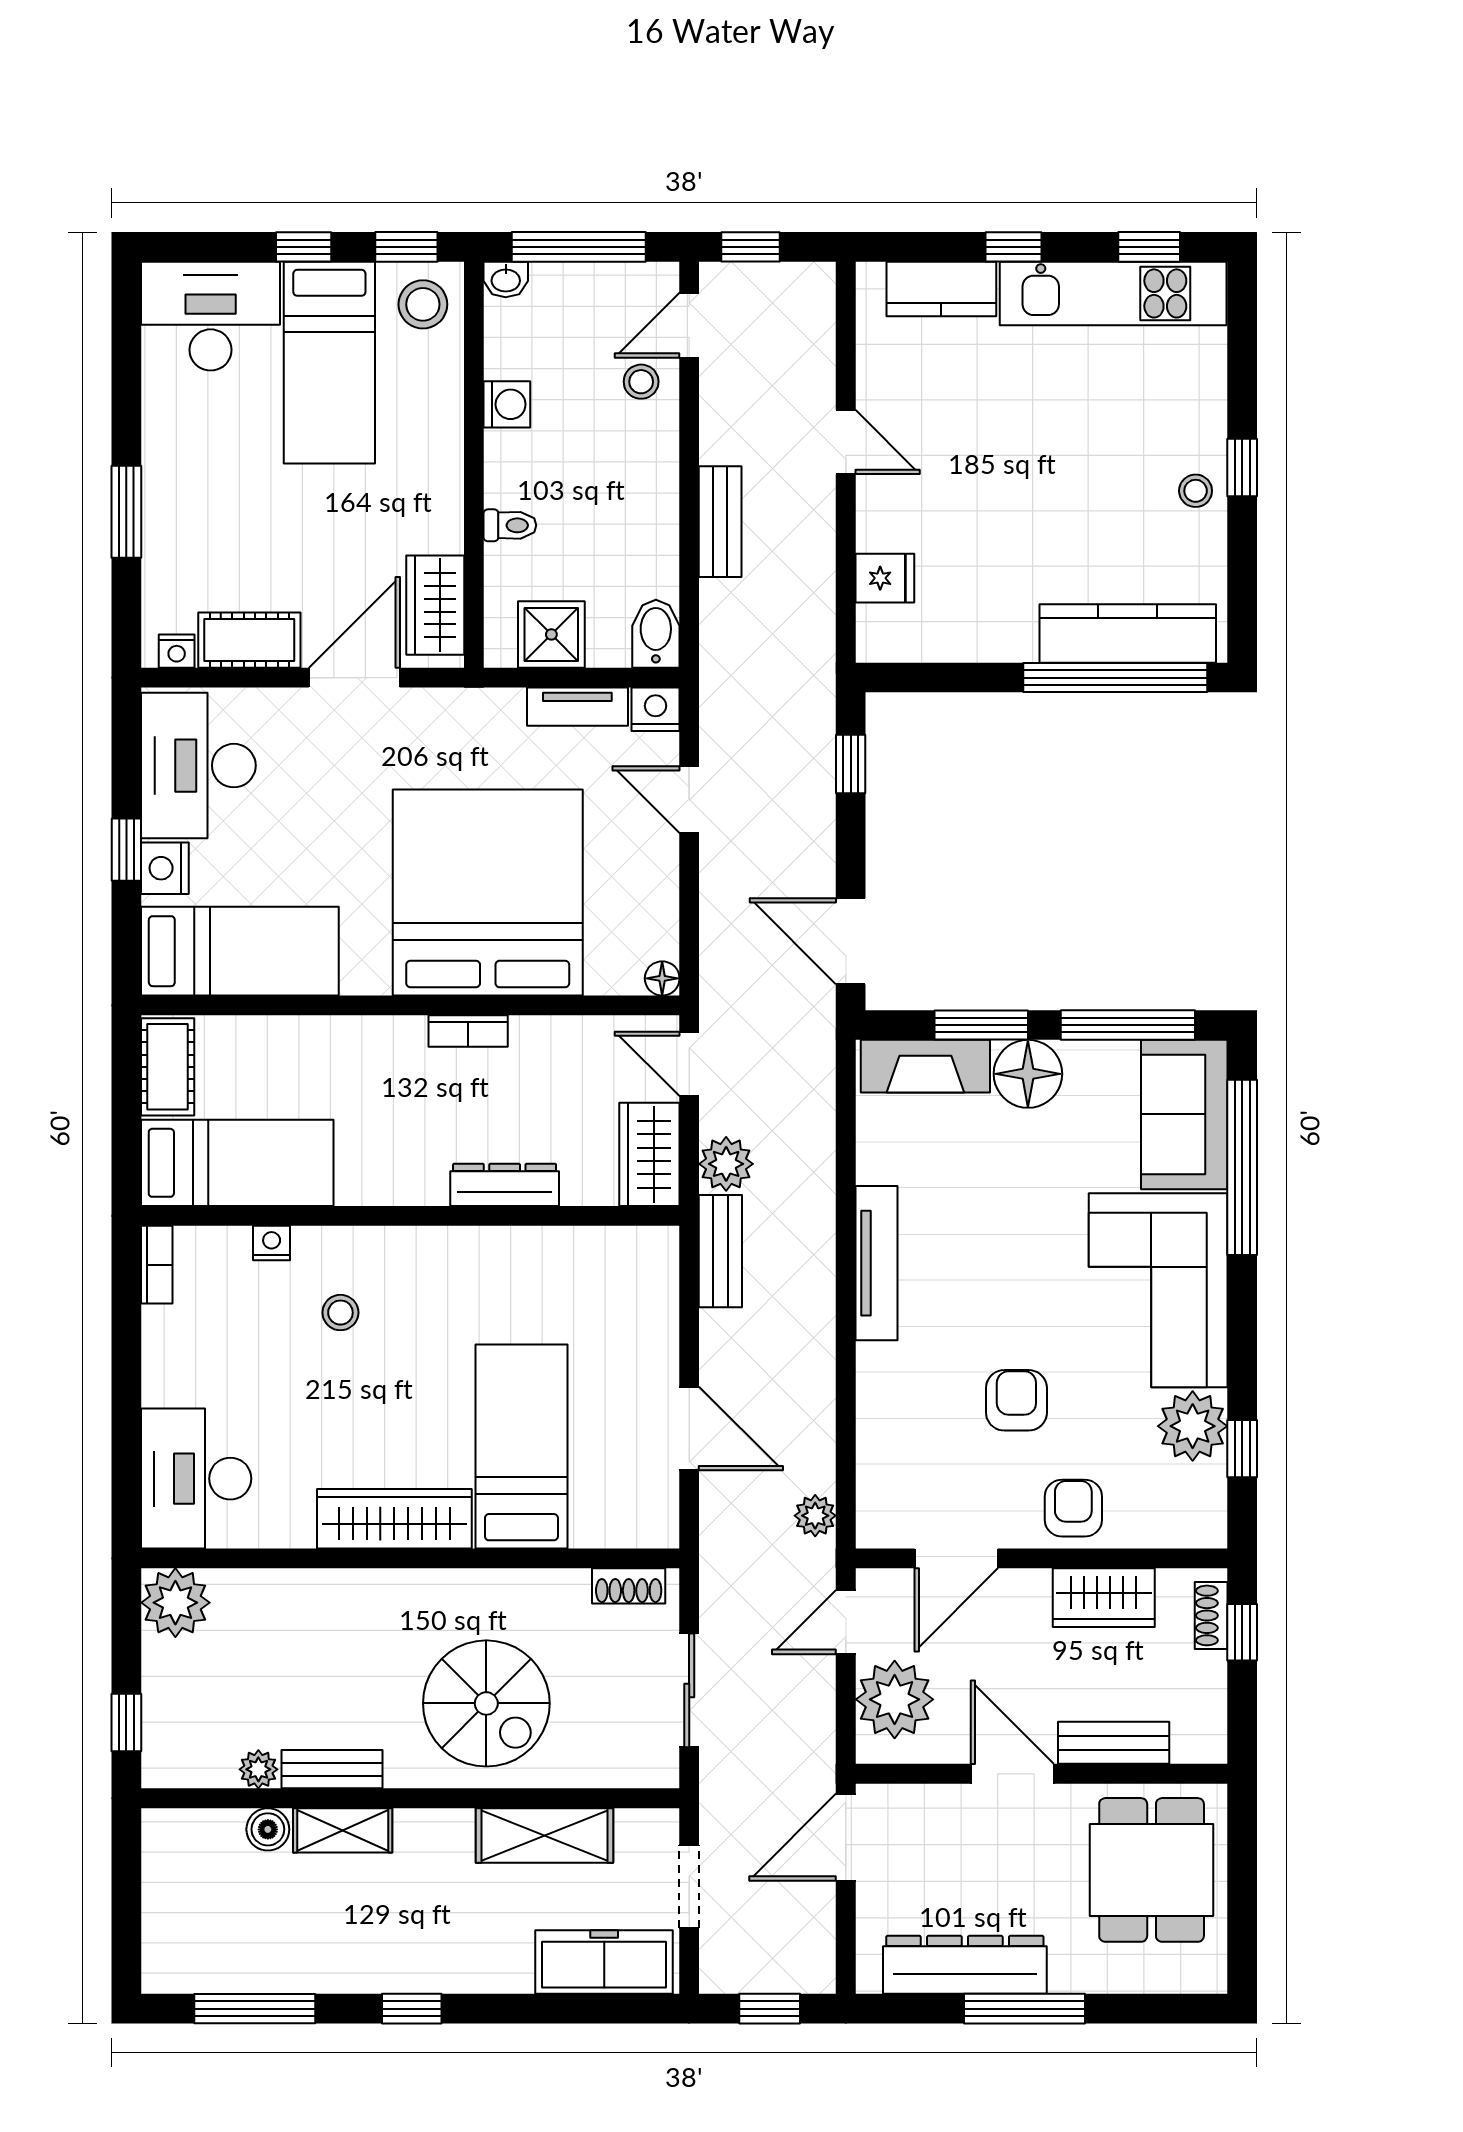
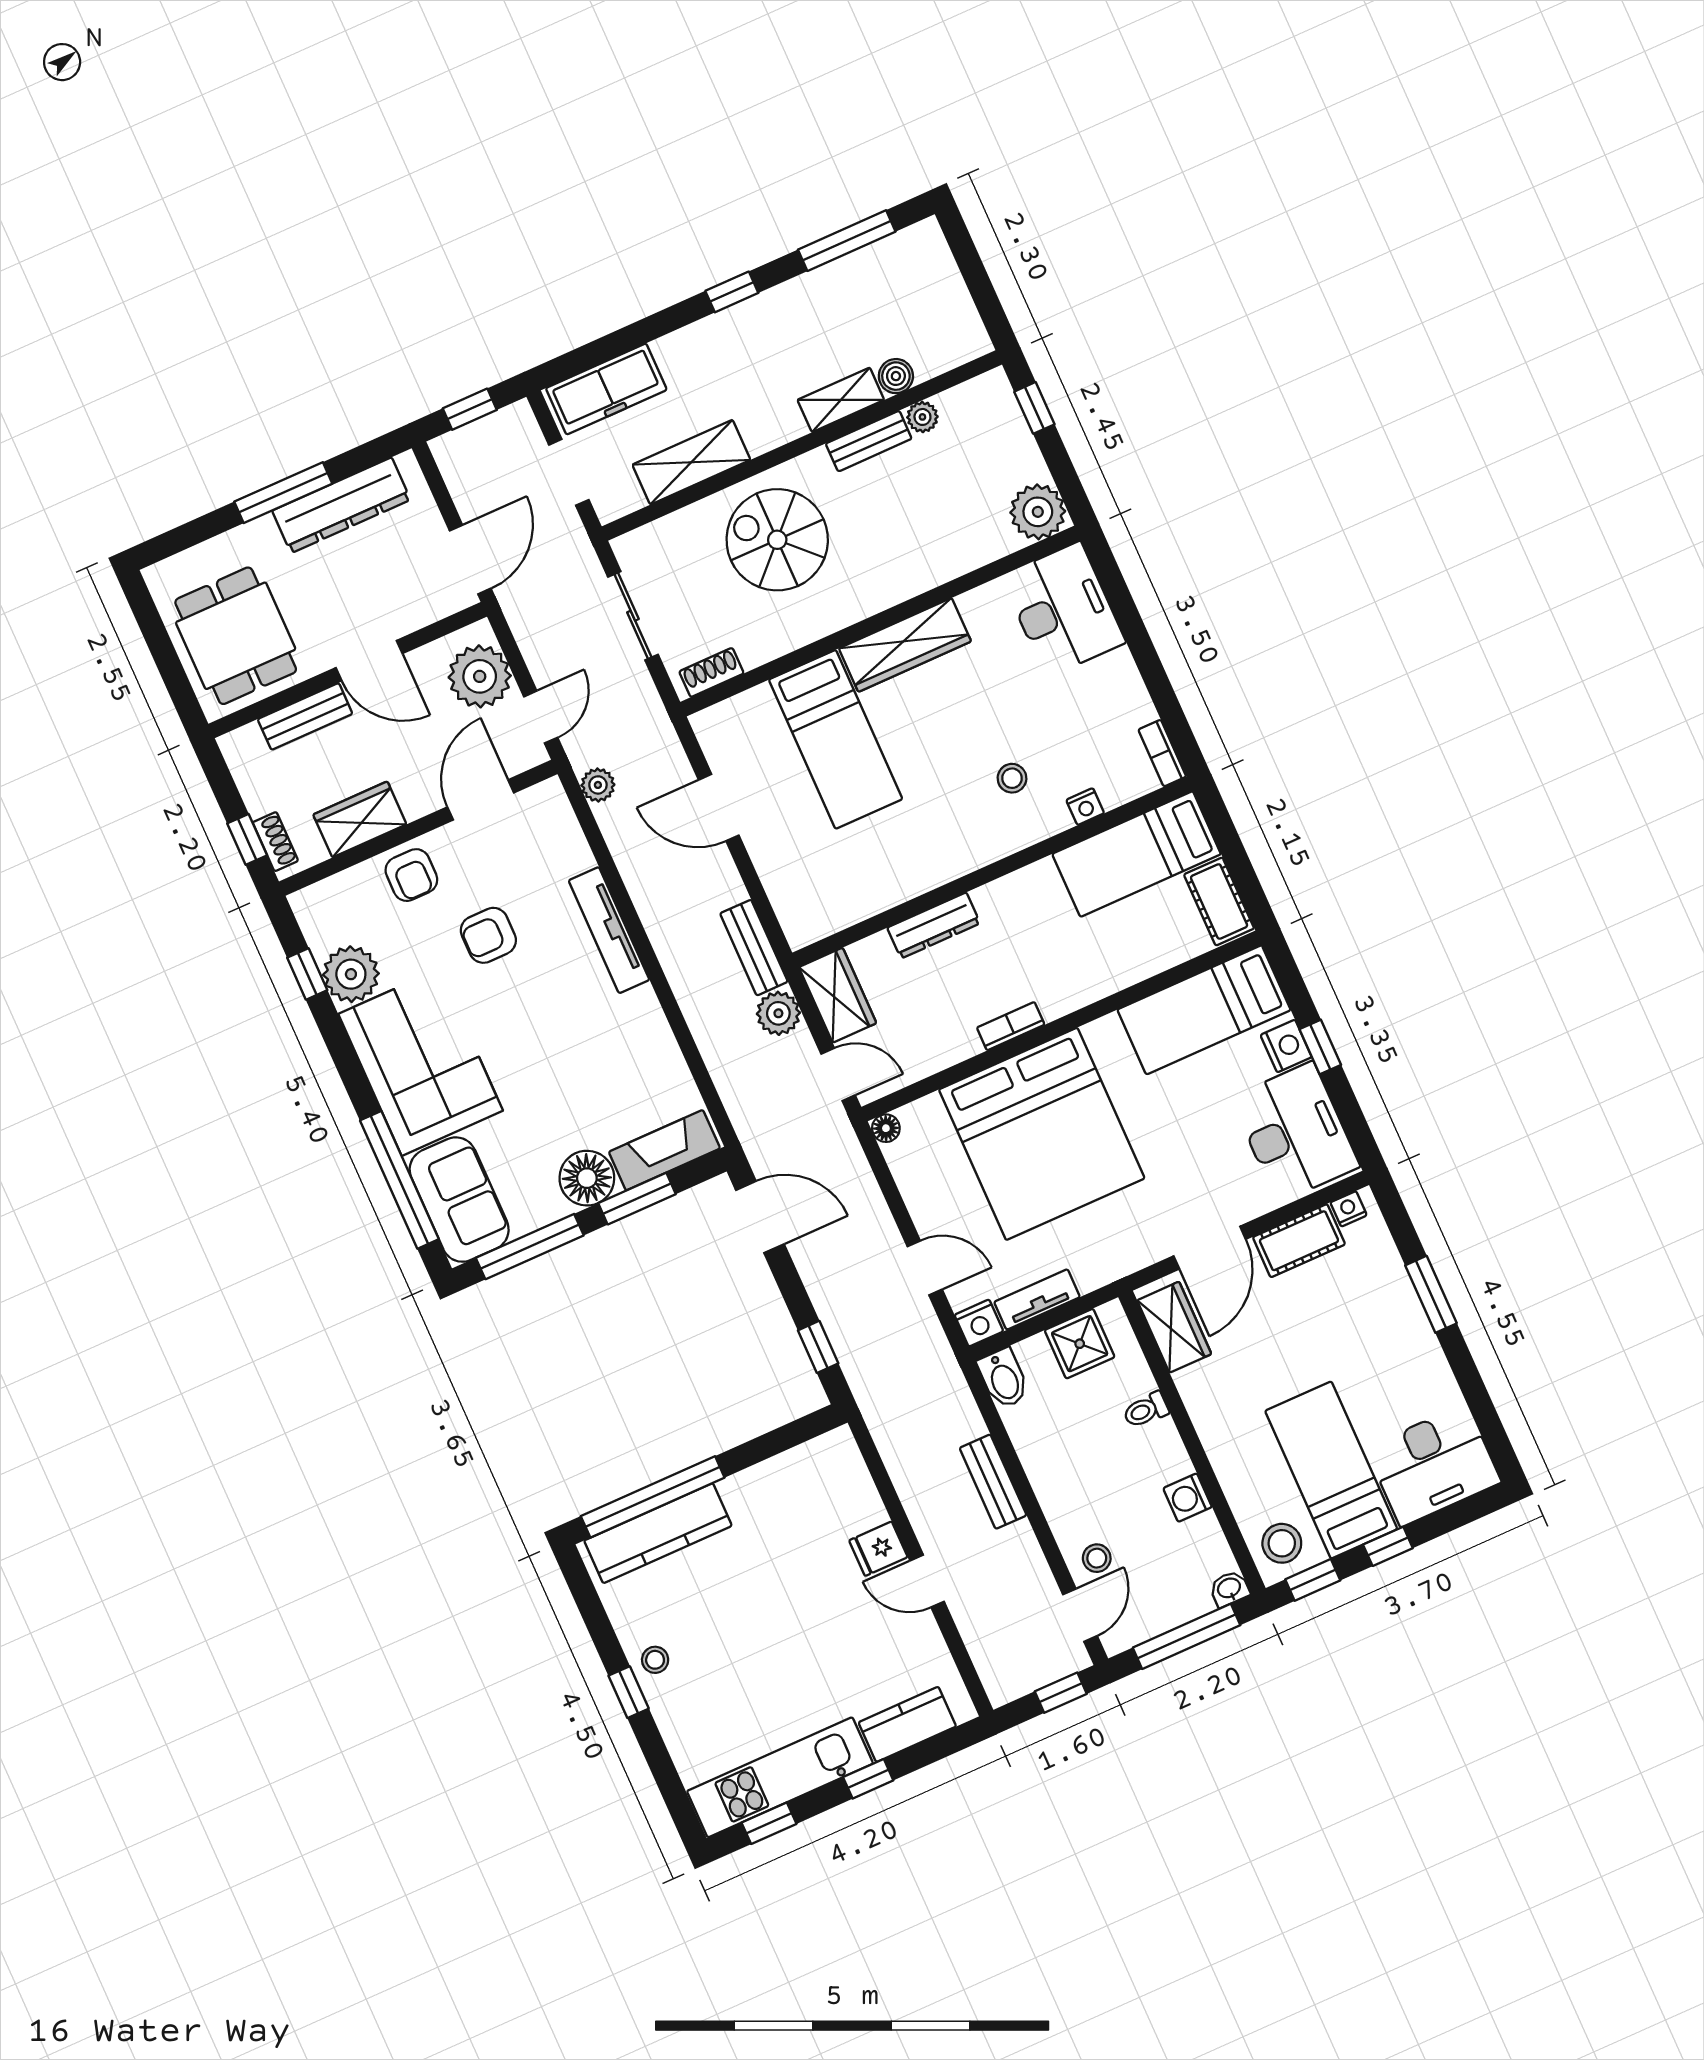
fridge: (885, 578) -> (878, 1549), moved
tv unit: (877, 1263) -> (609, 930), moved
armchair: (1016, 1400) -> (488, 935), turned 90

